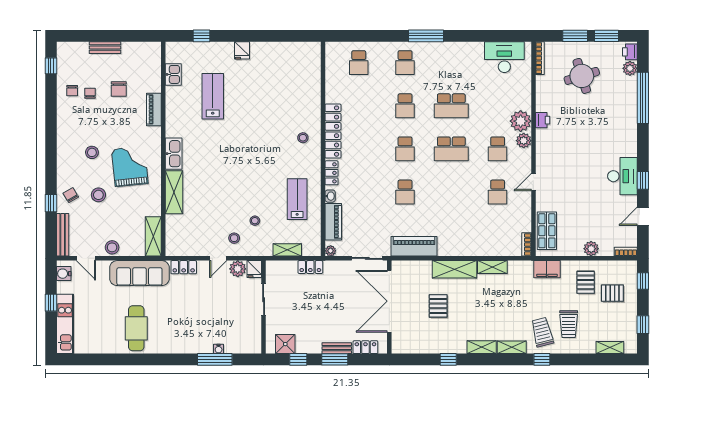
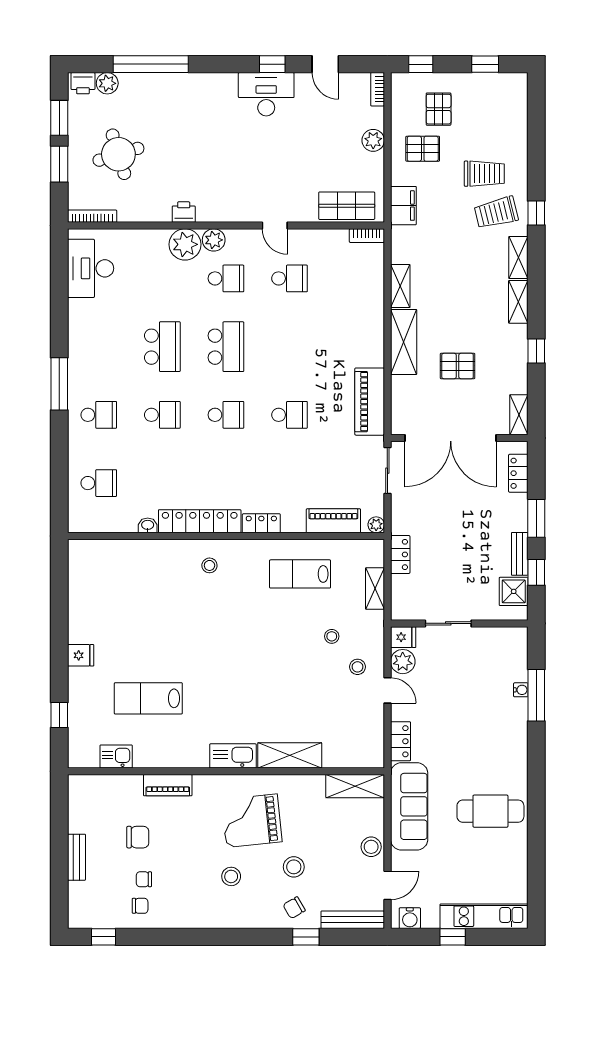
washbasin: (330, 196) -> (148, 525), moved
bench: (337, 348) -> (520, 554), moved
shelving: (610, 348) -> (519, 415), moved

